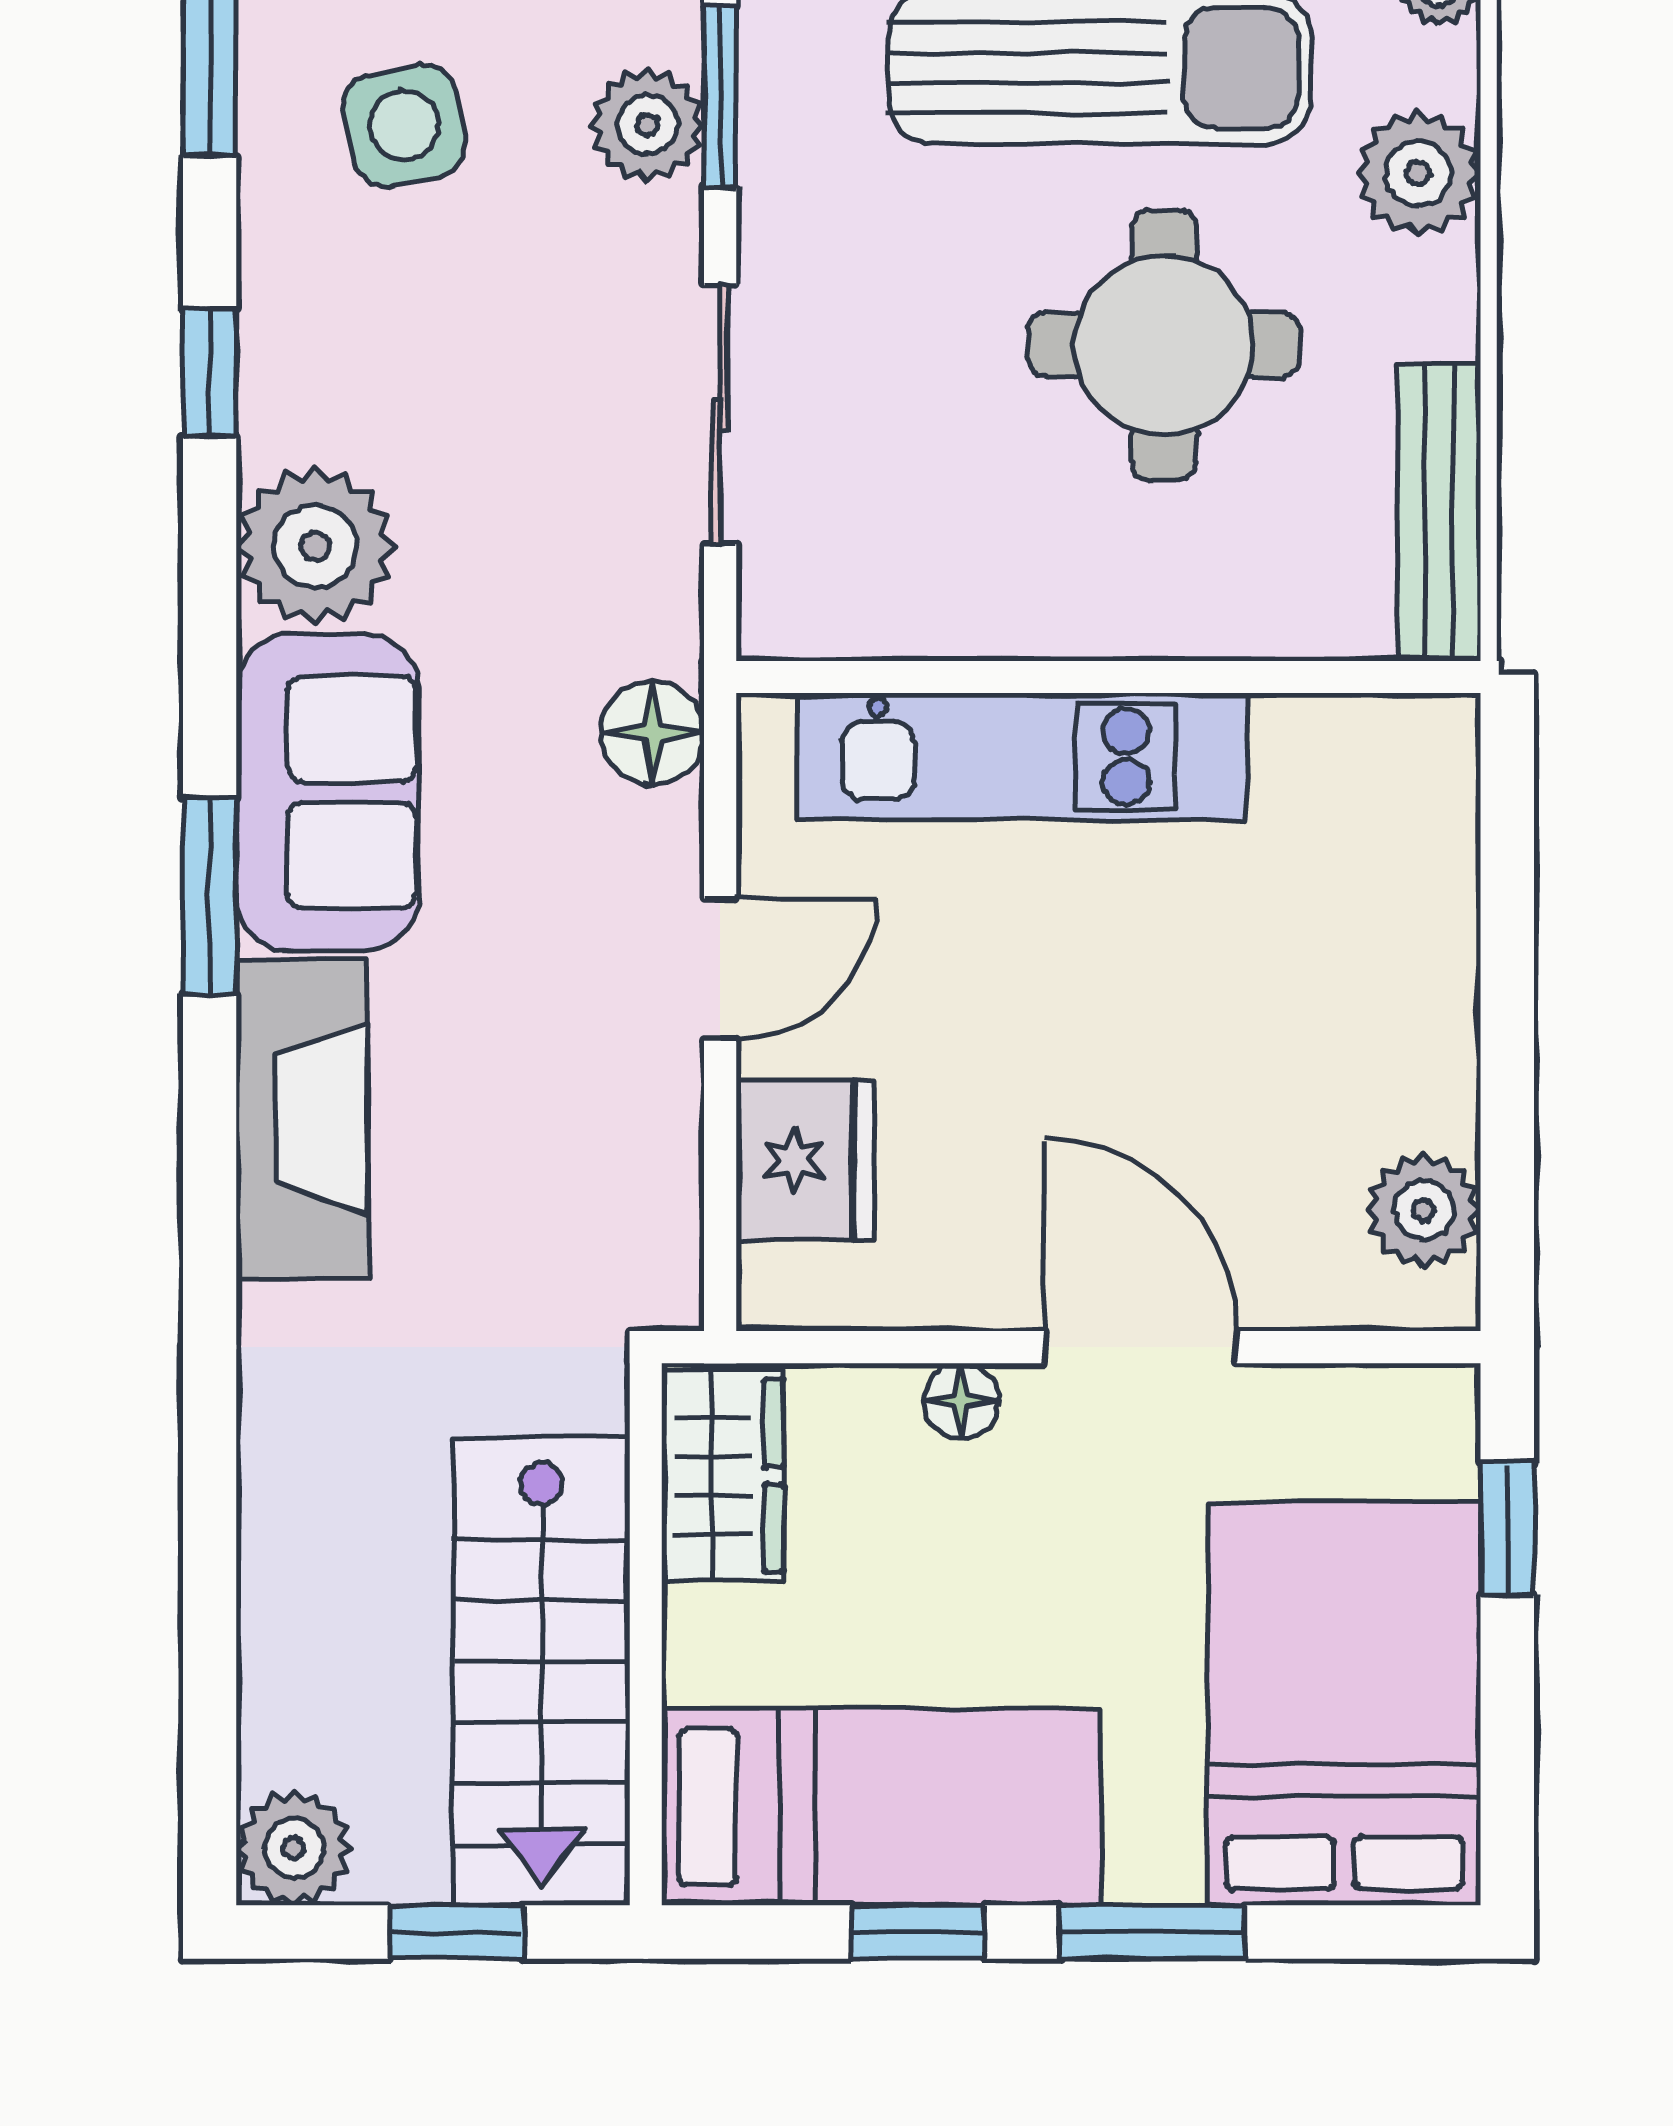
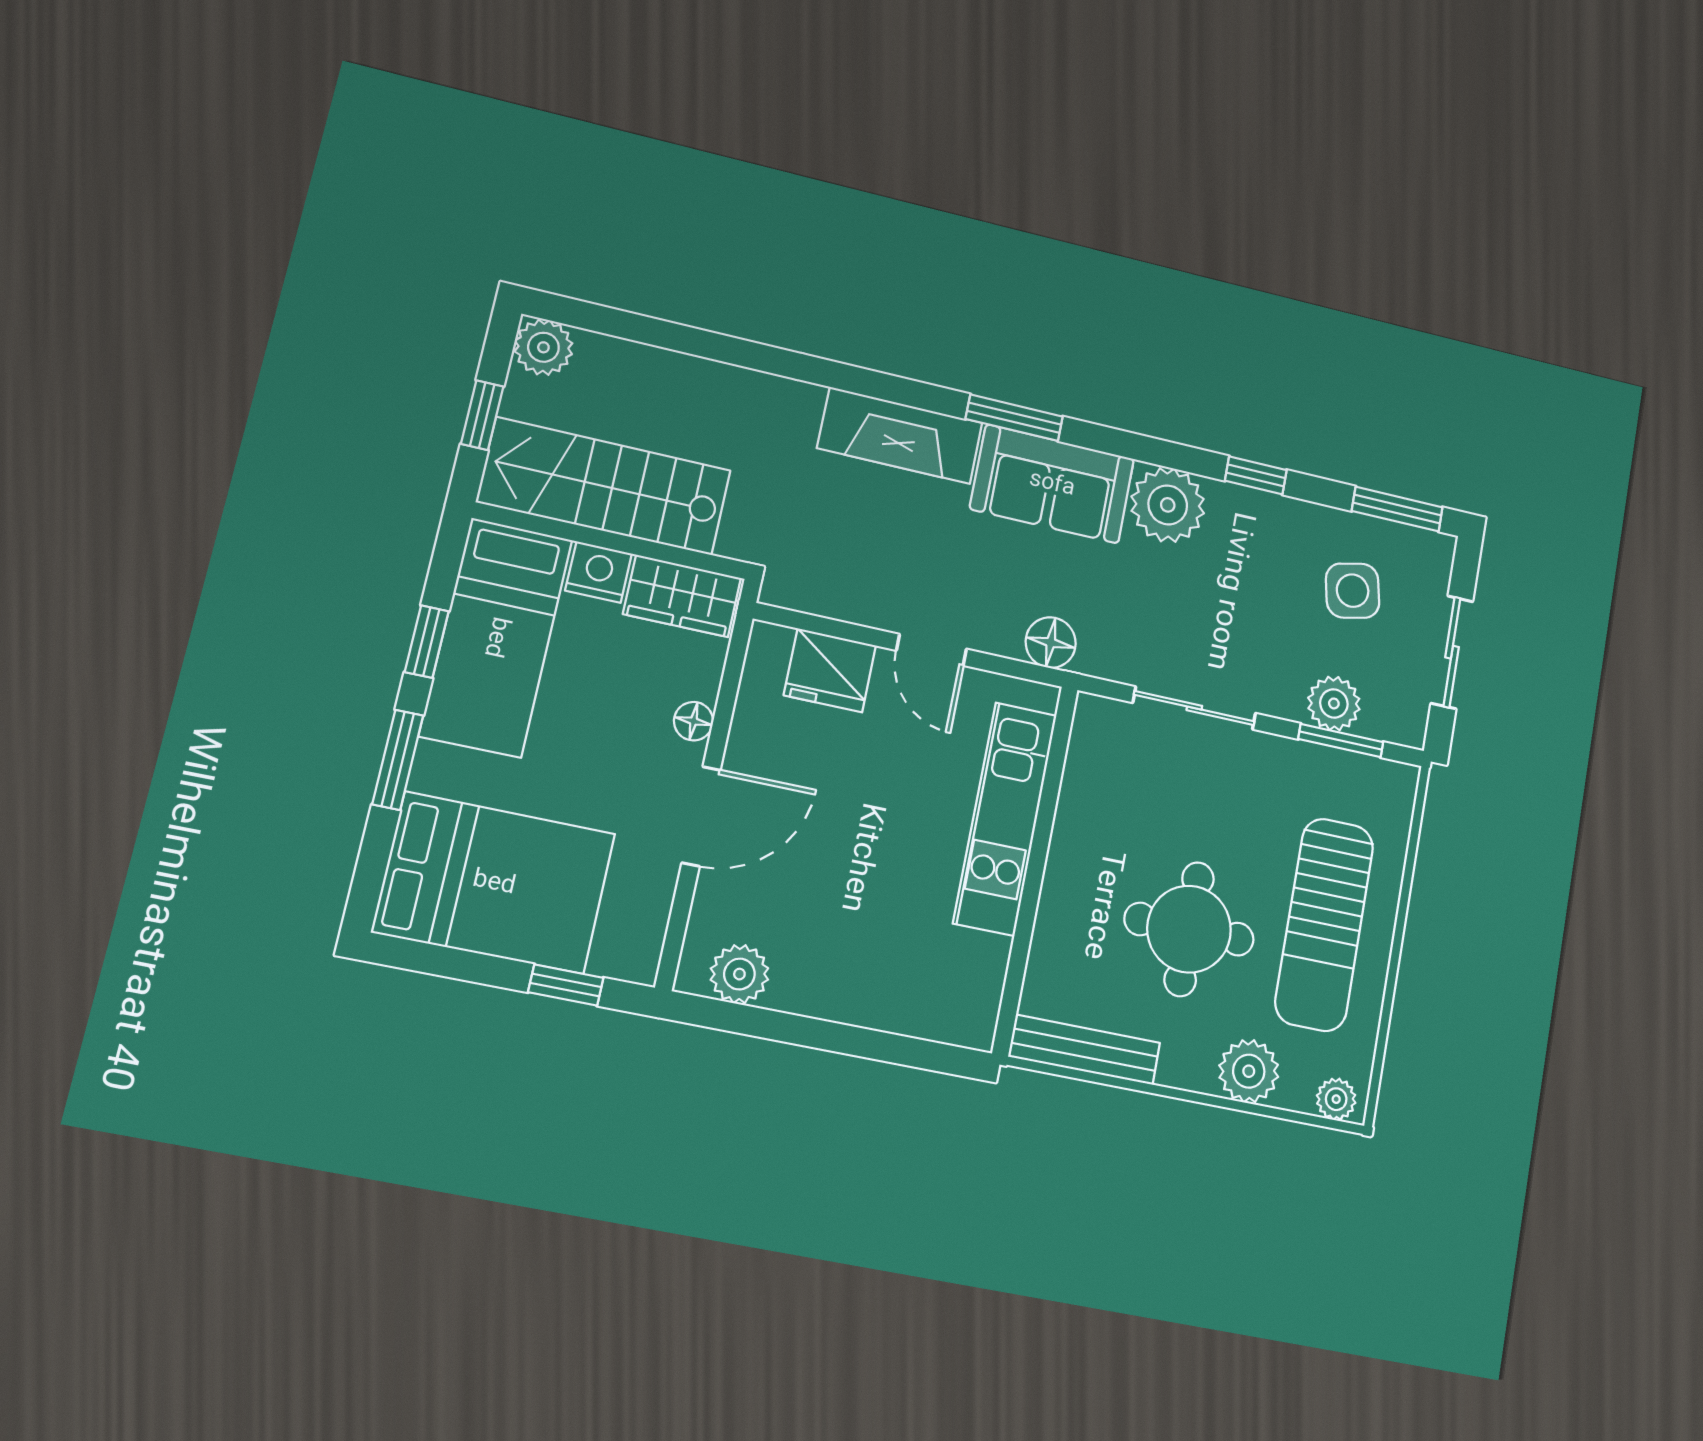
nightstand: (712, 1644) -> (599, 572), added

